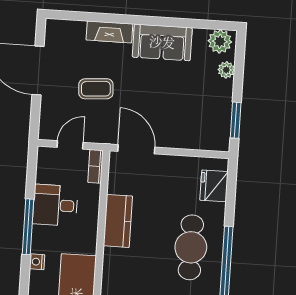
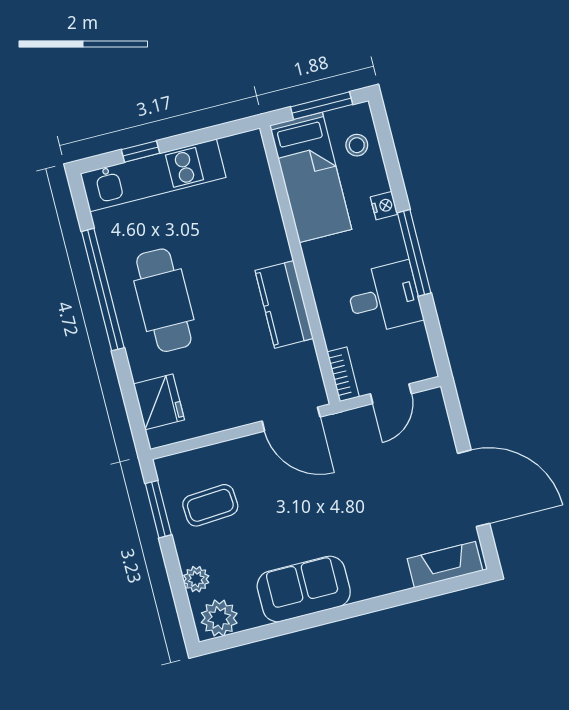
fireplace: (109, 32) -> (445, 565), moved
coffee table: (96, 89) -> (210, 505), moved

